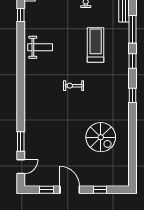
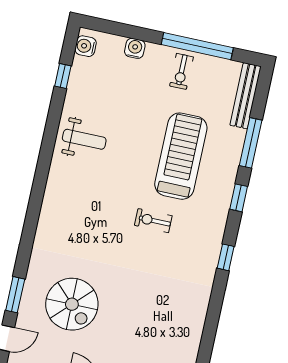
treadmill: (96, 45) -> (181, 156), width x1.37, depth x1.38
exercise bike: (74, 86) -> (153, 221), moved
spiral stairs: (101, 137) -> (72, 304), moved

